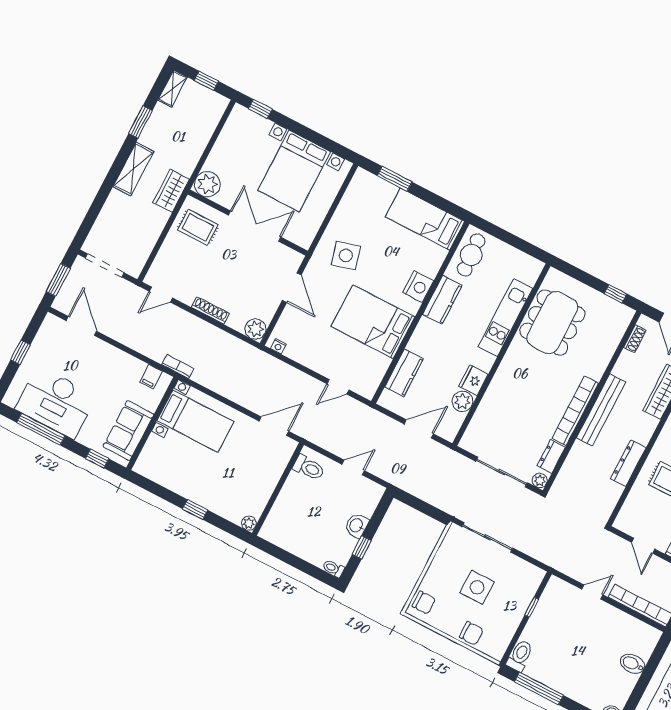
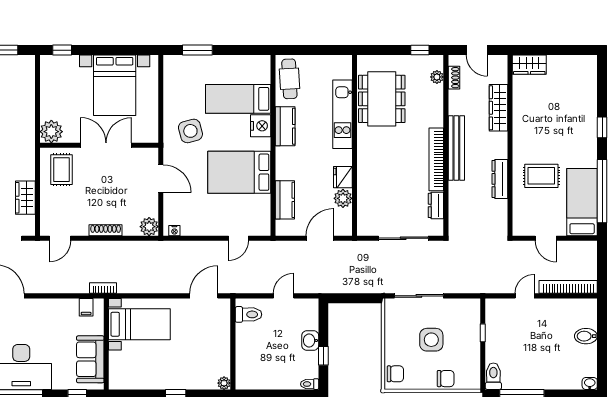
wardrobe: (171, 191) -> (25, 198), moved
bed: (425, 219) -> (238, 99), moved
rug: (198, 227) -> (62, 170), turned 90
plant: (540, 481) -> (437, 77), moved

